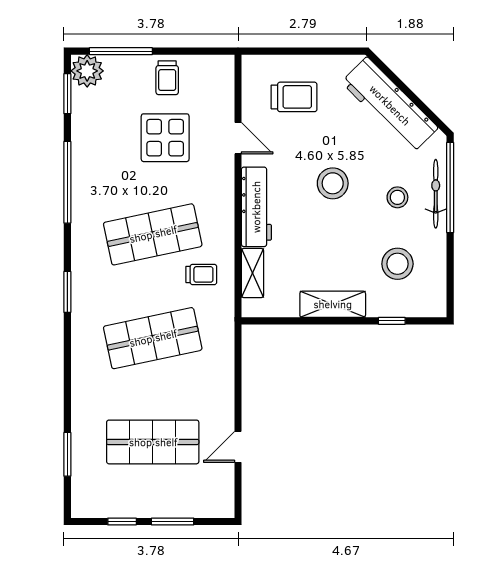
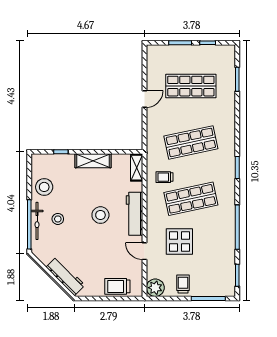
plant: (87, 71) -> (155, 288), moved
trolley: (294, 97) -> (117, 286), moved
workbench: (390, 105) -> (65, 276), width x0.73, depth x0.76
display table: (165, 138) -> (179, 241), moved
stool: (333, 183) -> (100, 215), moved
stool: (397, 264) -> (44, 187), moved
shelving: (252, 273) -> (137, 168), moved
door: (238, 447) -> (145, 99), moved

